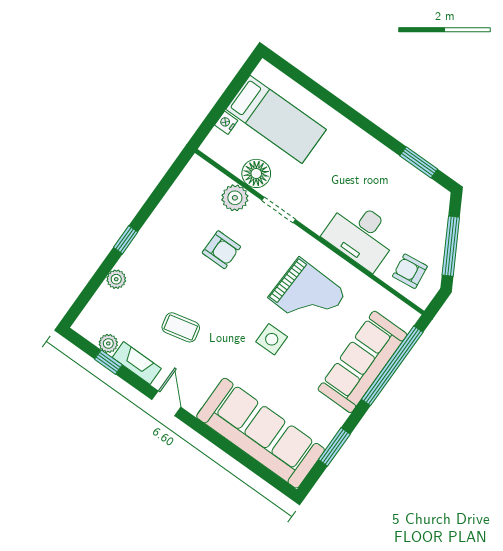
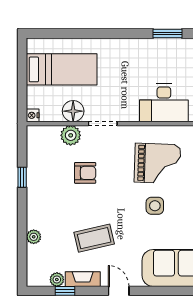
nightstand: (226, 123) -> (33, 115), moved
window: (126, 240) -> (22, 177), moved
coffee table: (181, 327) -> (94, 238), width x1.36, depth x1.30

